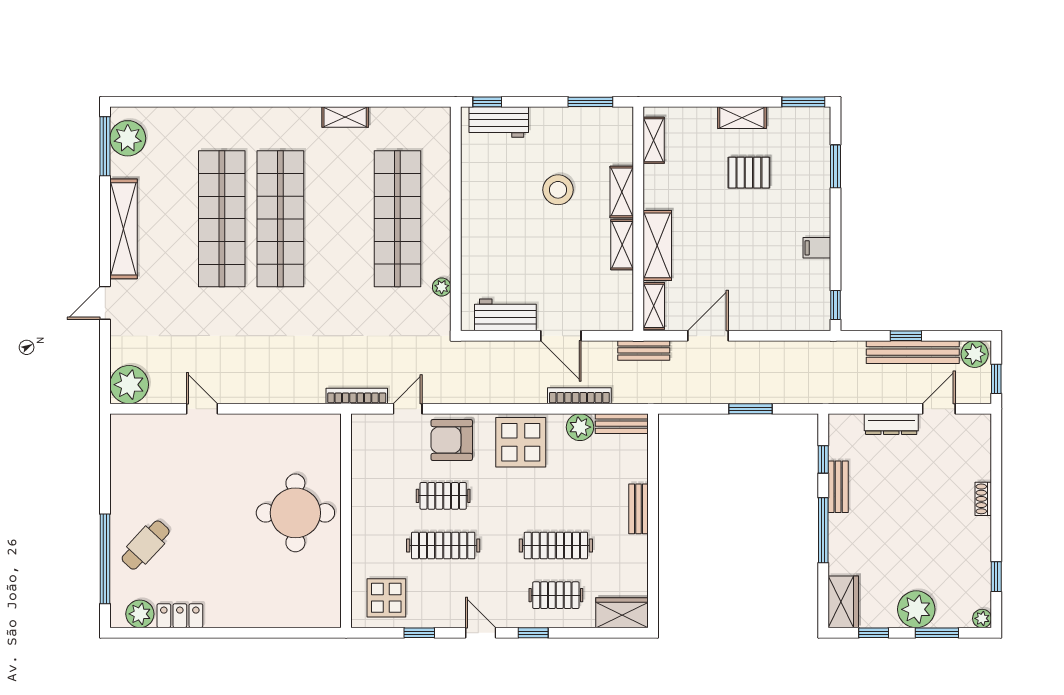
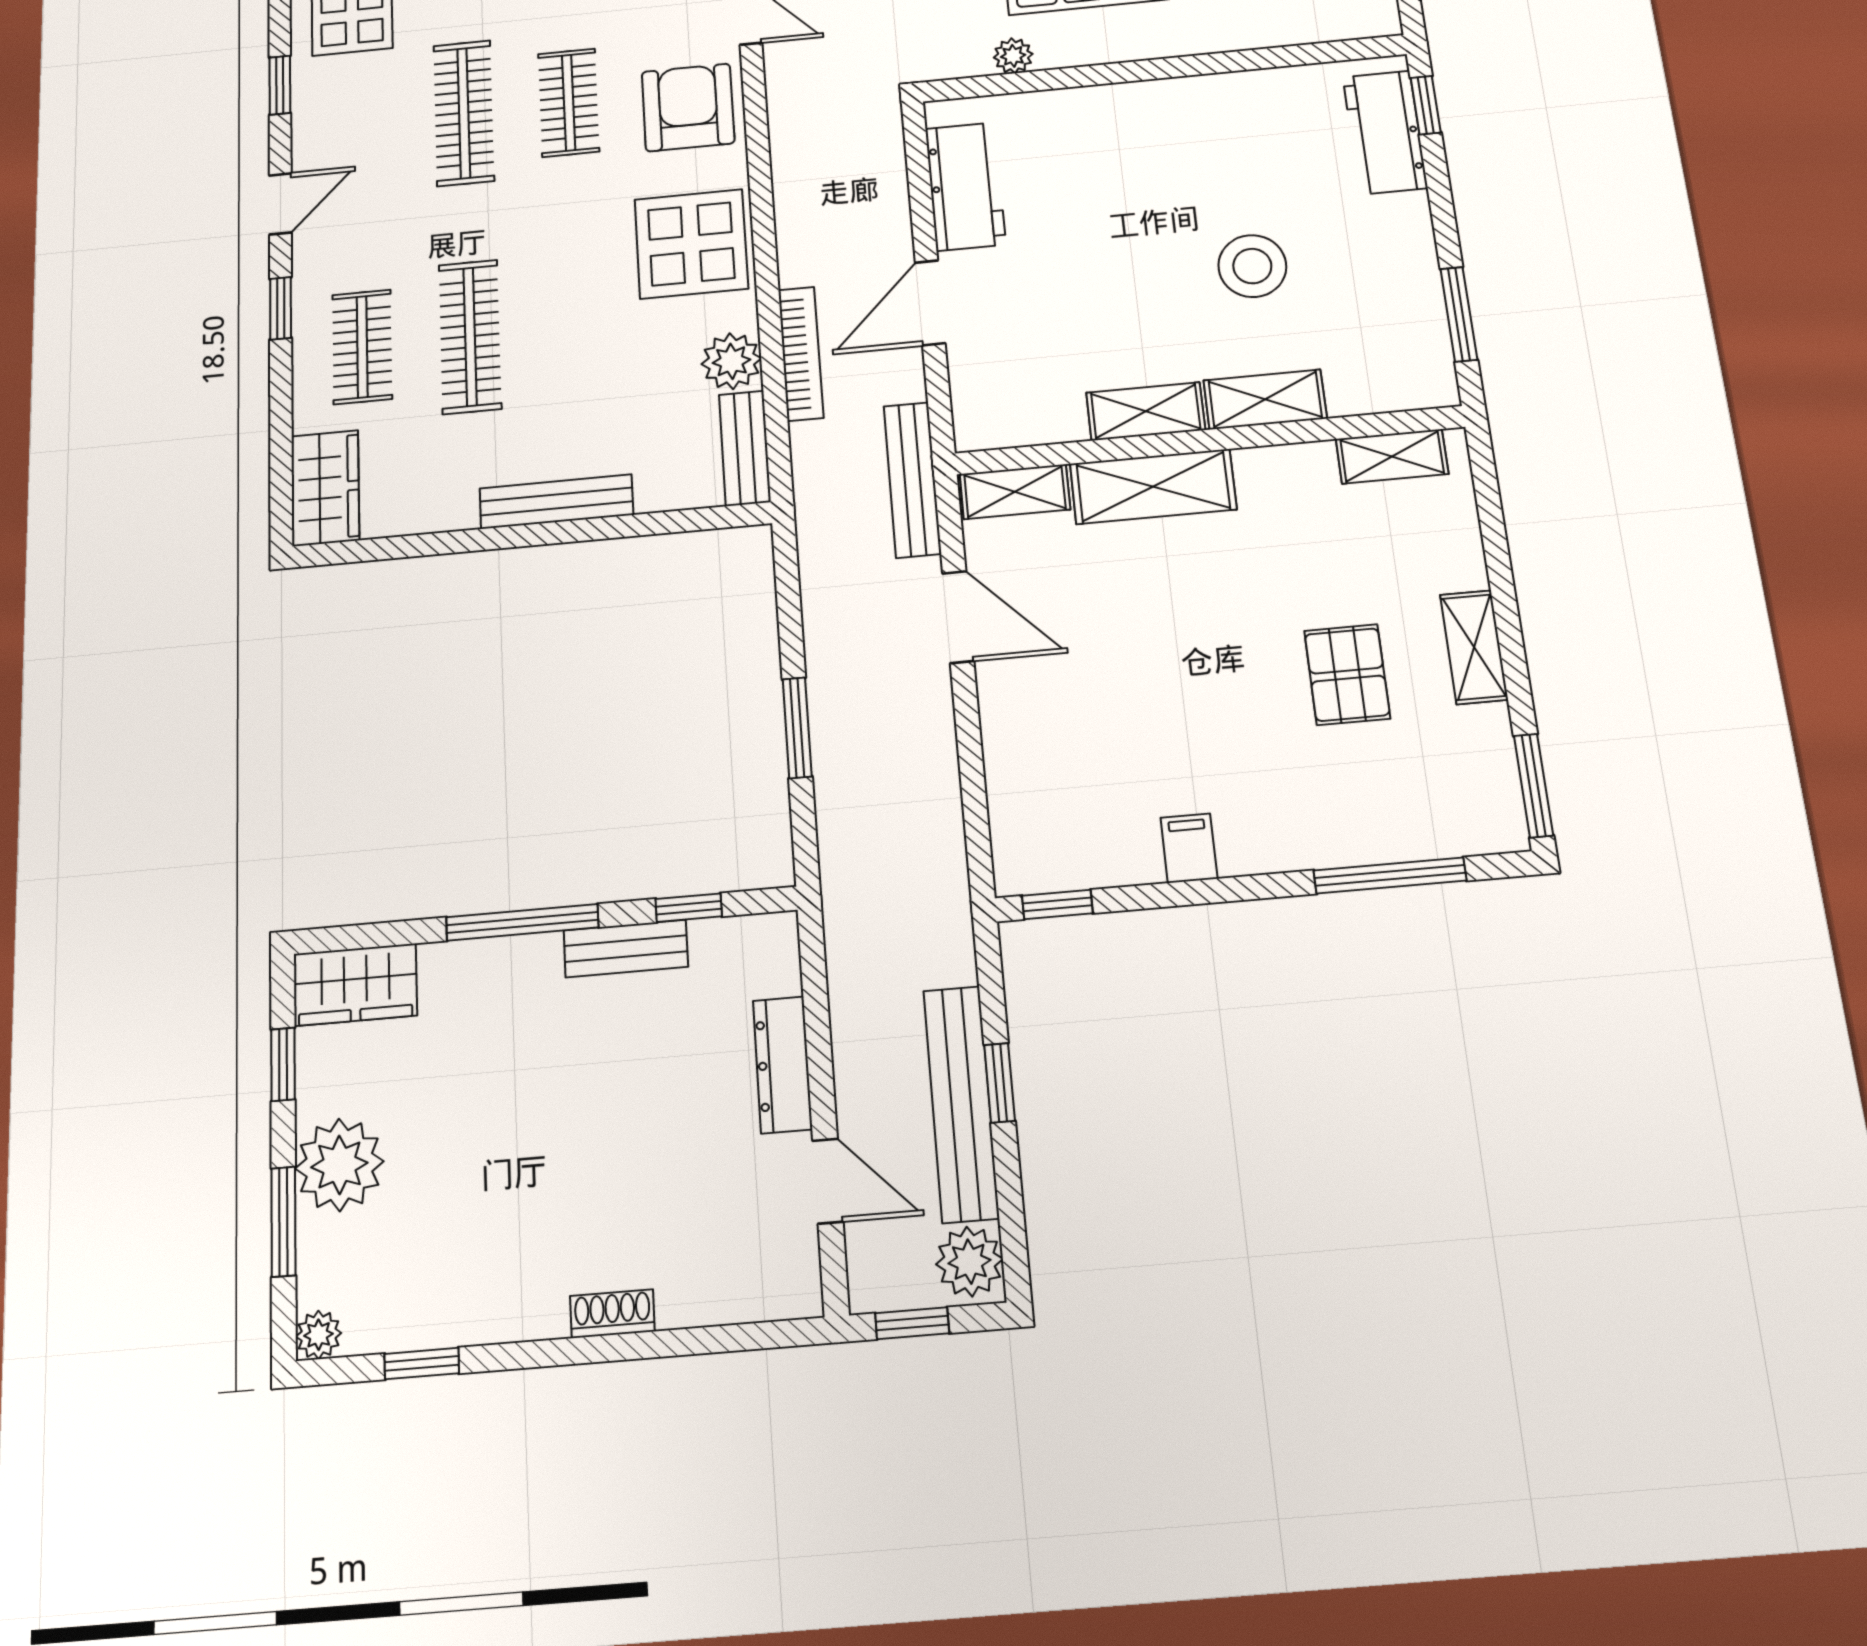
window: (836, 166) -> (1390, 875), width x1.44
bench: (644, 350) -> (912, 480), width x1.36
bench: (639, 509) -> (556, 502), width x1.36

